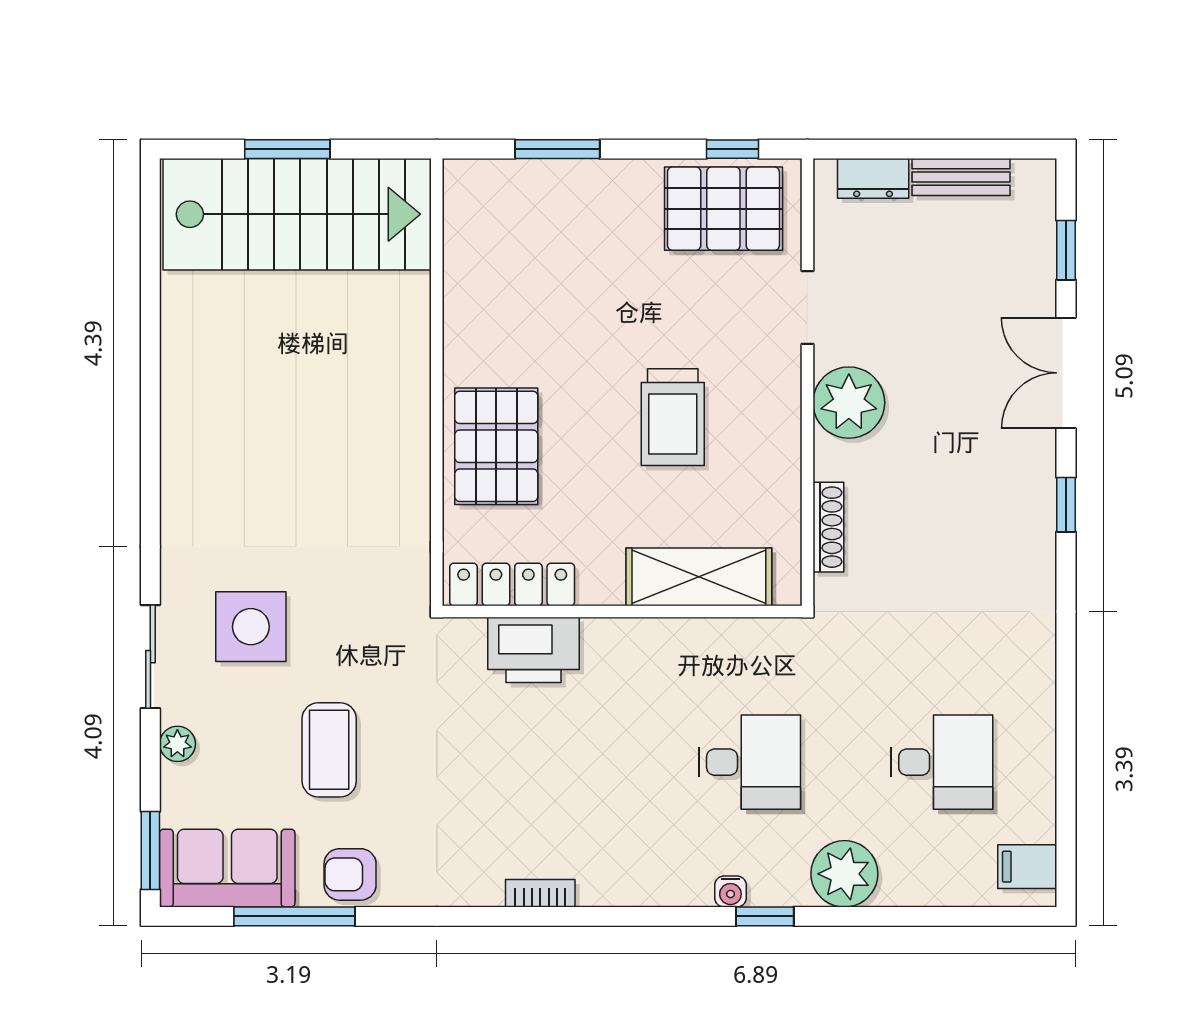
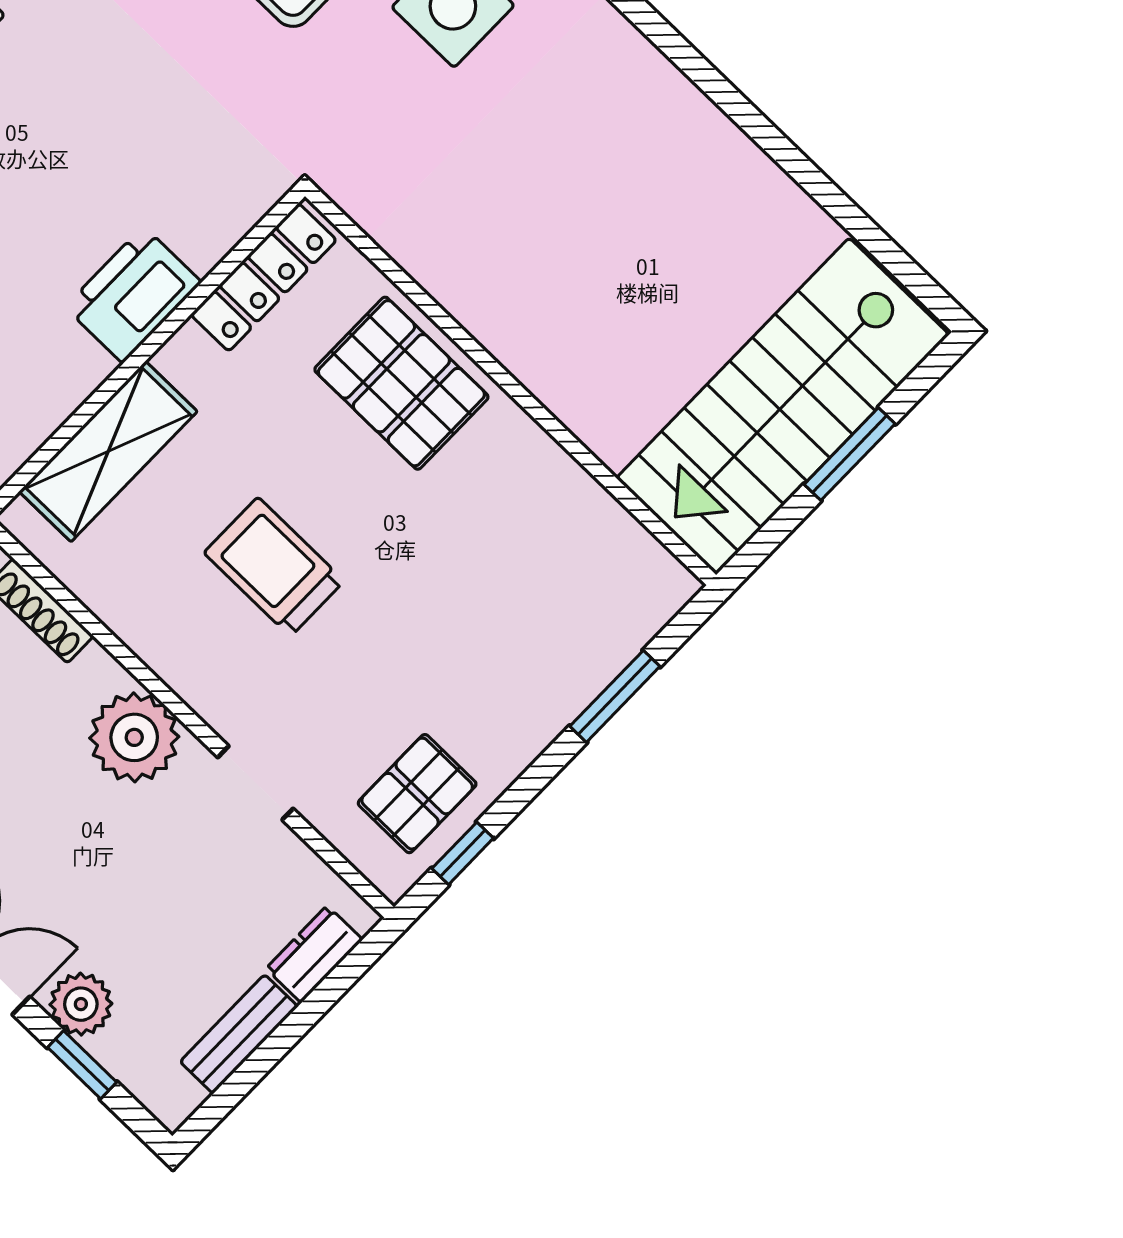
pallet: (723, 209) -> (417, 794), width x0.67, depth x0.71
plant: (1032, 285) -> (81, 1004), added
printer: (534, 650) -> (133, 295), moved

